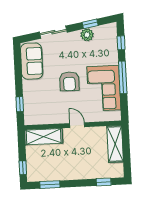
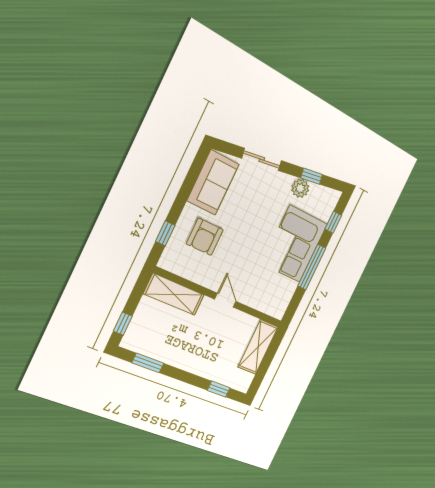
armchair: (69, 81) -> (205, 237), moved
corner sofa: (104, 88) -> (295, 244), moved

